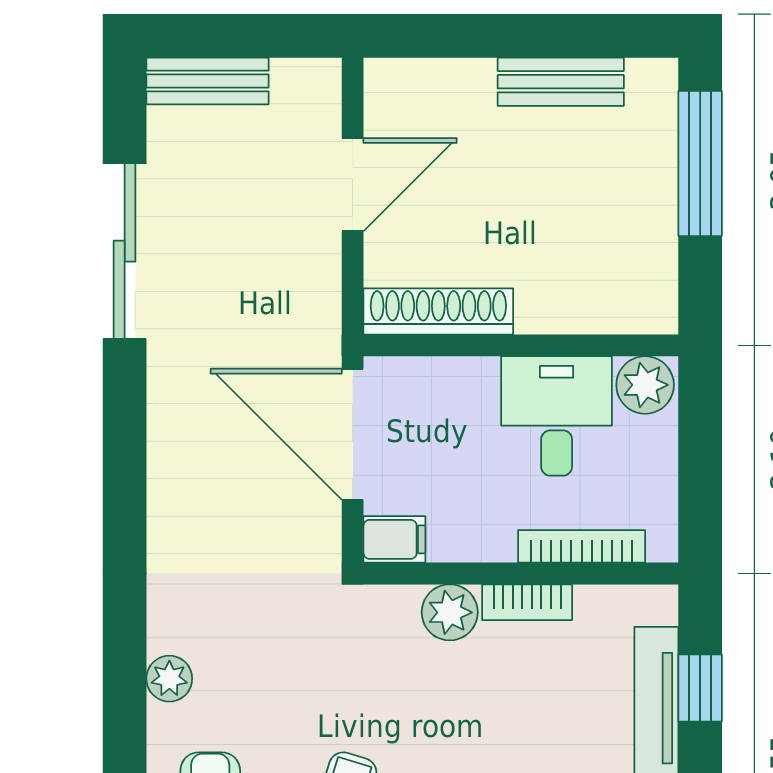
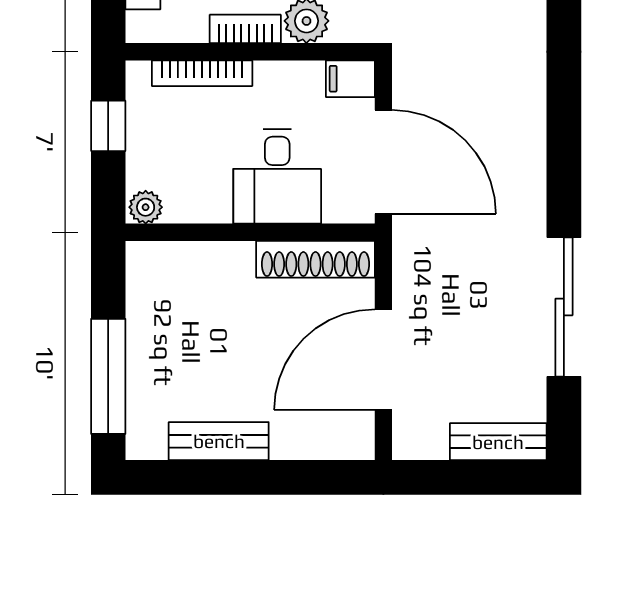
door: (353, 185) -> (383, 360), width x1.36
plant: (645, 385) -> (146, 207), width x0.73, depth x0.73
desk: (557, 416) -> (277, 176), moved
window: (700, 480) -> (108, 126), added

